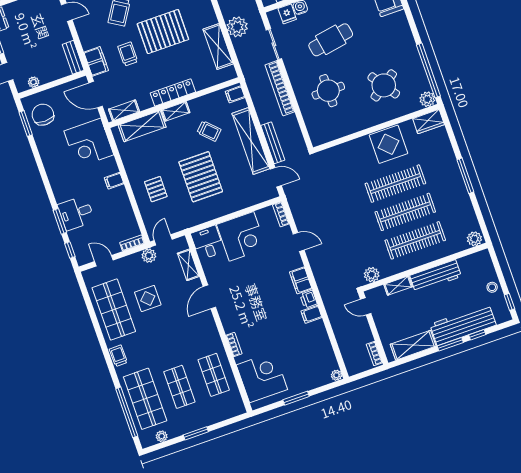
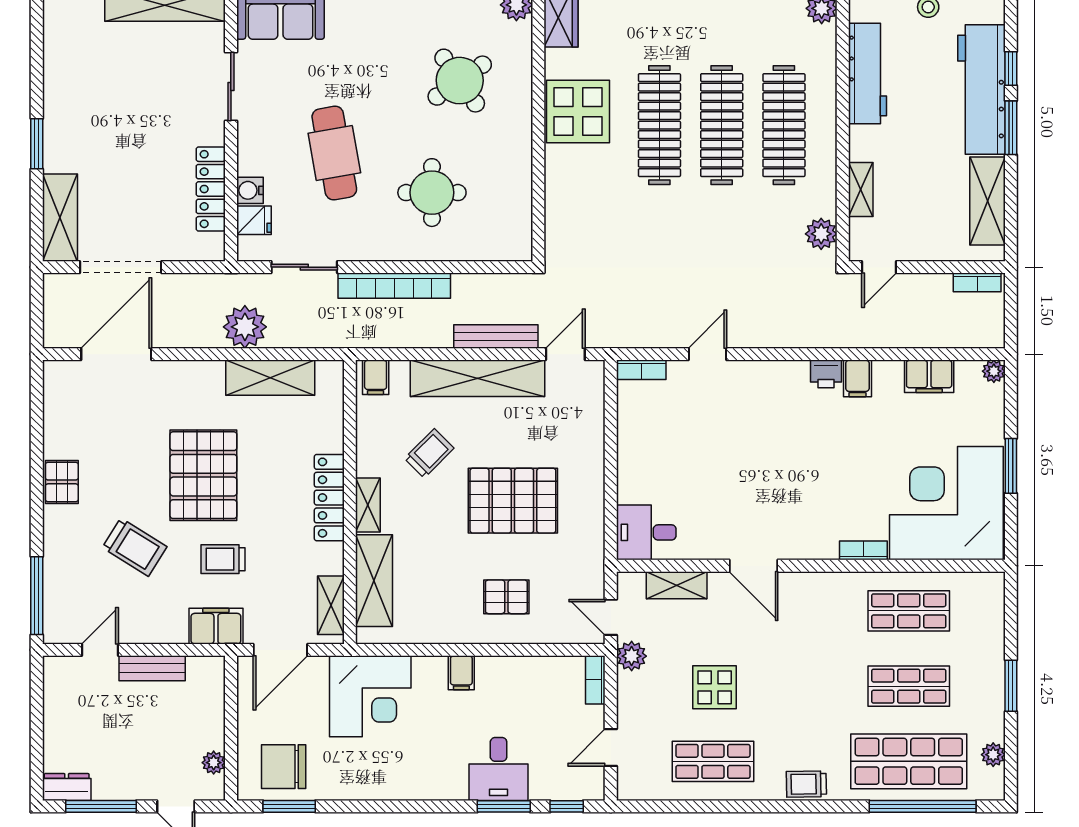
bench: (73, 57) -> (152, 668), moved
corner desk: (241, 236) -> (657, 462), removed
workbench: (436, 276) -> (867, 74), moved
filing cabinet: (301, 280) -> (929, 376), moved
shop shelf: (114, 310) -> (713, 761), width x0.70, depth x0.74
corner desk: (262, 377) -> (946, 503), width x1.36, depth x1.36

